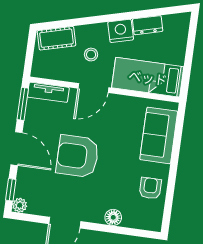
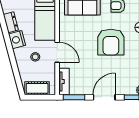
cot: (56, 38) -> (37, 88), moved, turned -75
armchair: (78, 156) -> (111, 42), moved

